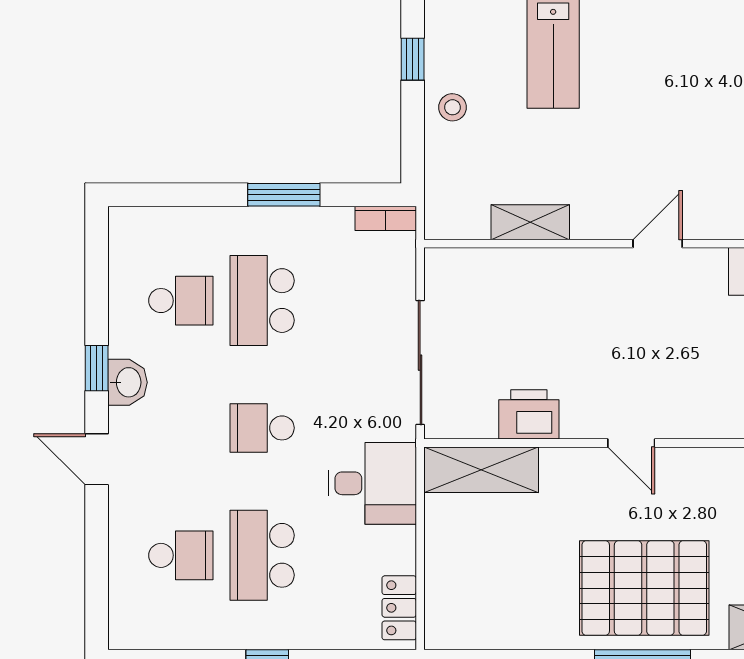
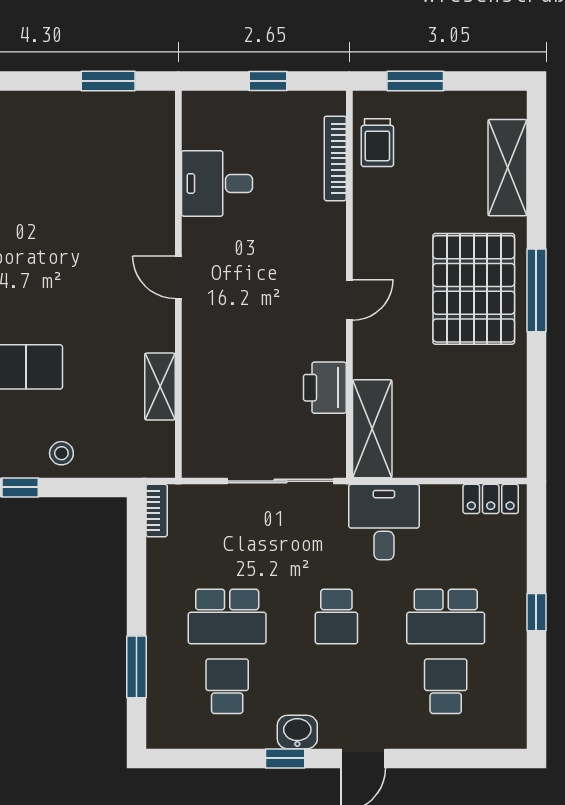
window: (284, 195) -> (136, 667), moved

